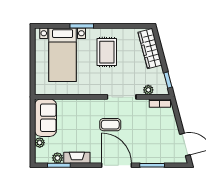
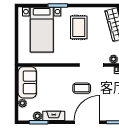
door: (116, 165) -> (87, 122), hinge flipped

